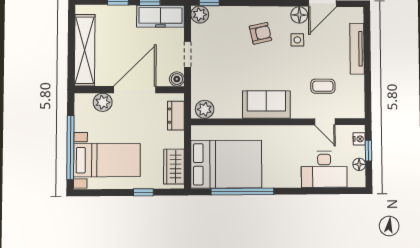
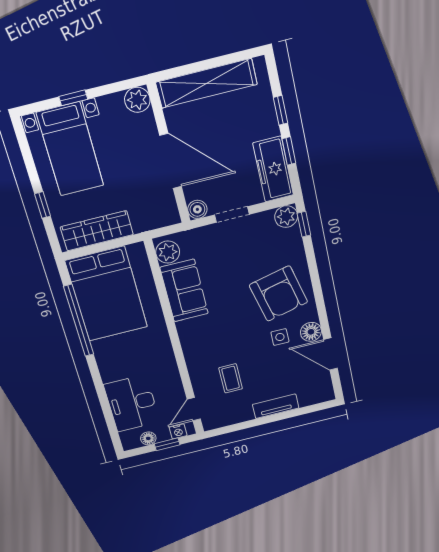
armchair: (260, 33) -> (279, 294), width x1.88, depth x1.88
tv unit: (357, 49) -> (276, 406), width x0.71
plant: (103, 102) -> (137, 100), moved
sofa: (266, 105) -> (184, 291), moved
dresser: (176, 116) -> (151, 220), removed
door: (325, 122) -> (194, 409), moved
window: (70, 147) -> (73, 98), width x0.32
wardrobe: (174, 167) -> (97, 231), width x1.50

